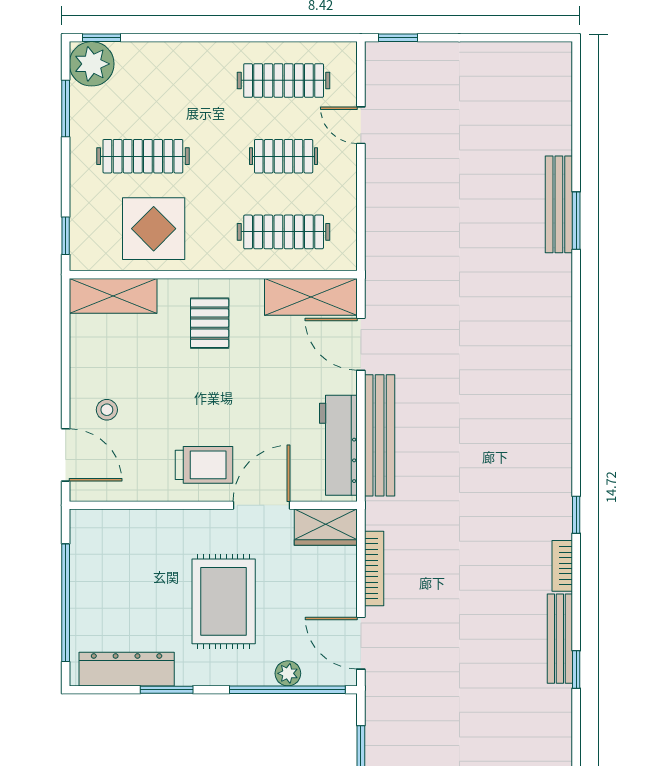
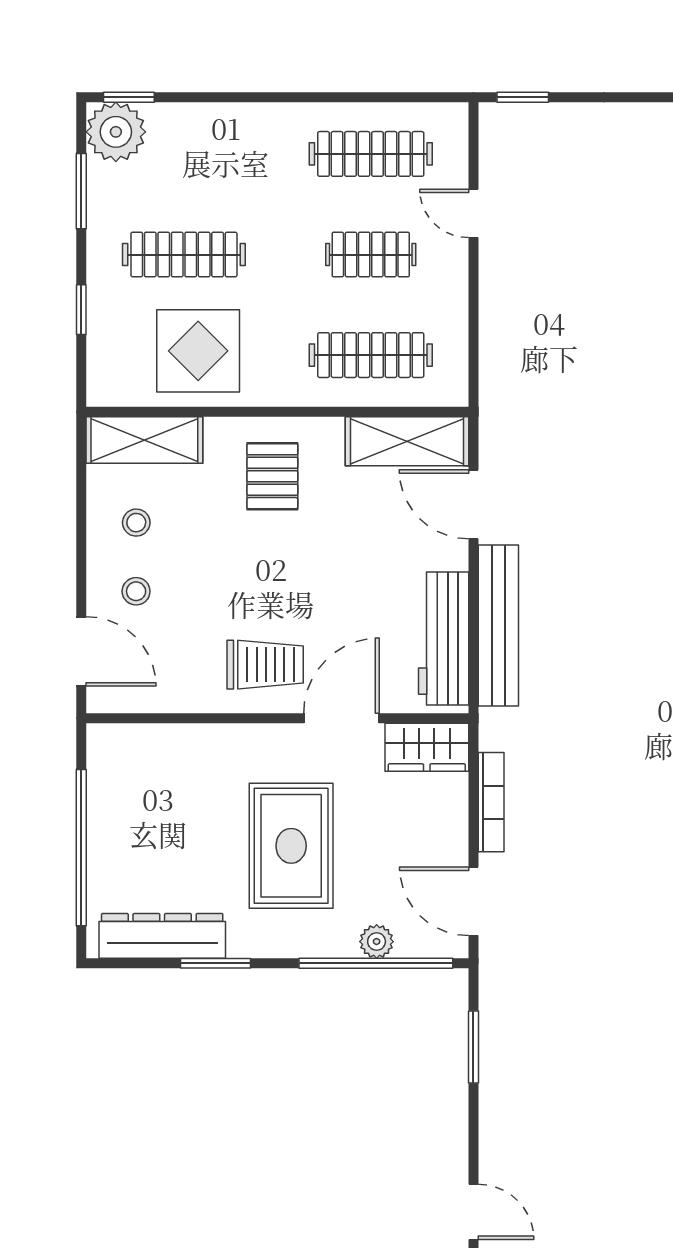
window: (66, 236) -> (81, 310), moved
stool: (107, 358) -> (136, 523), added

